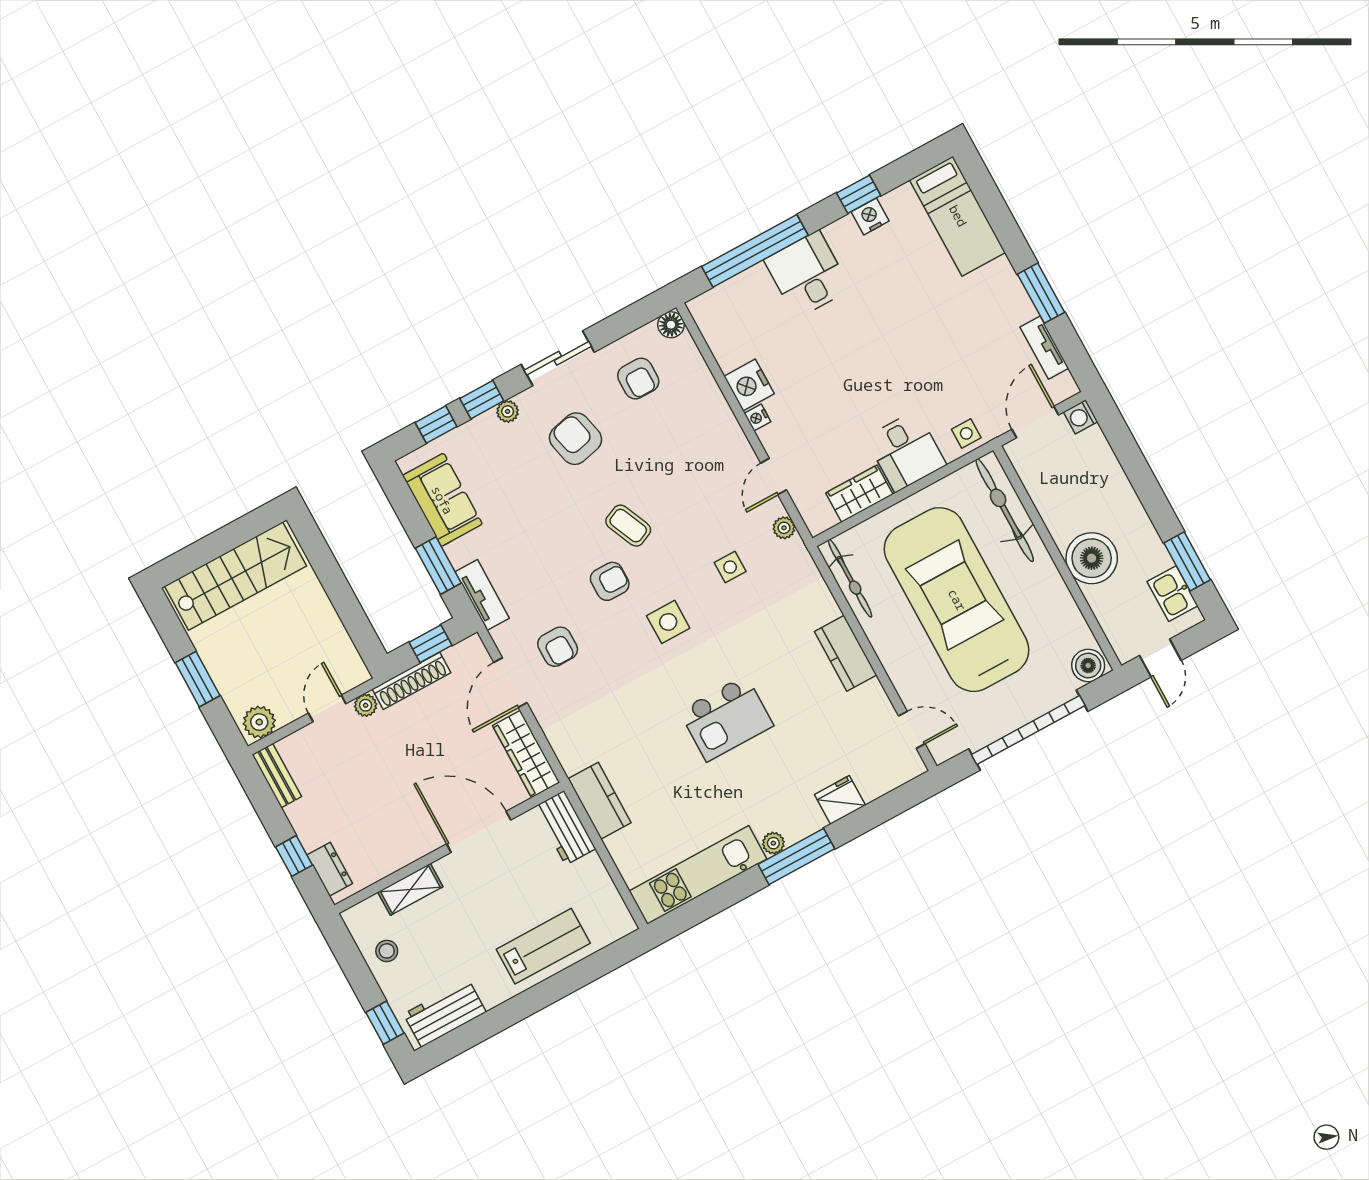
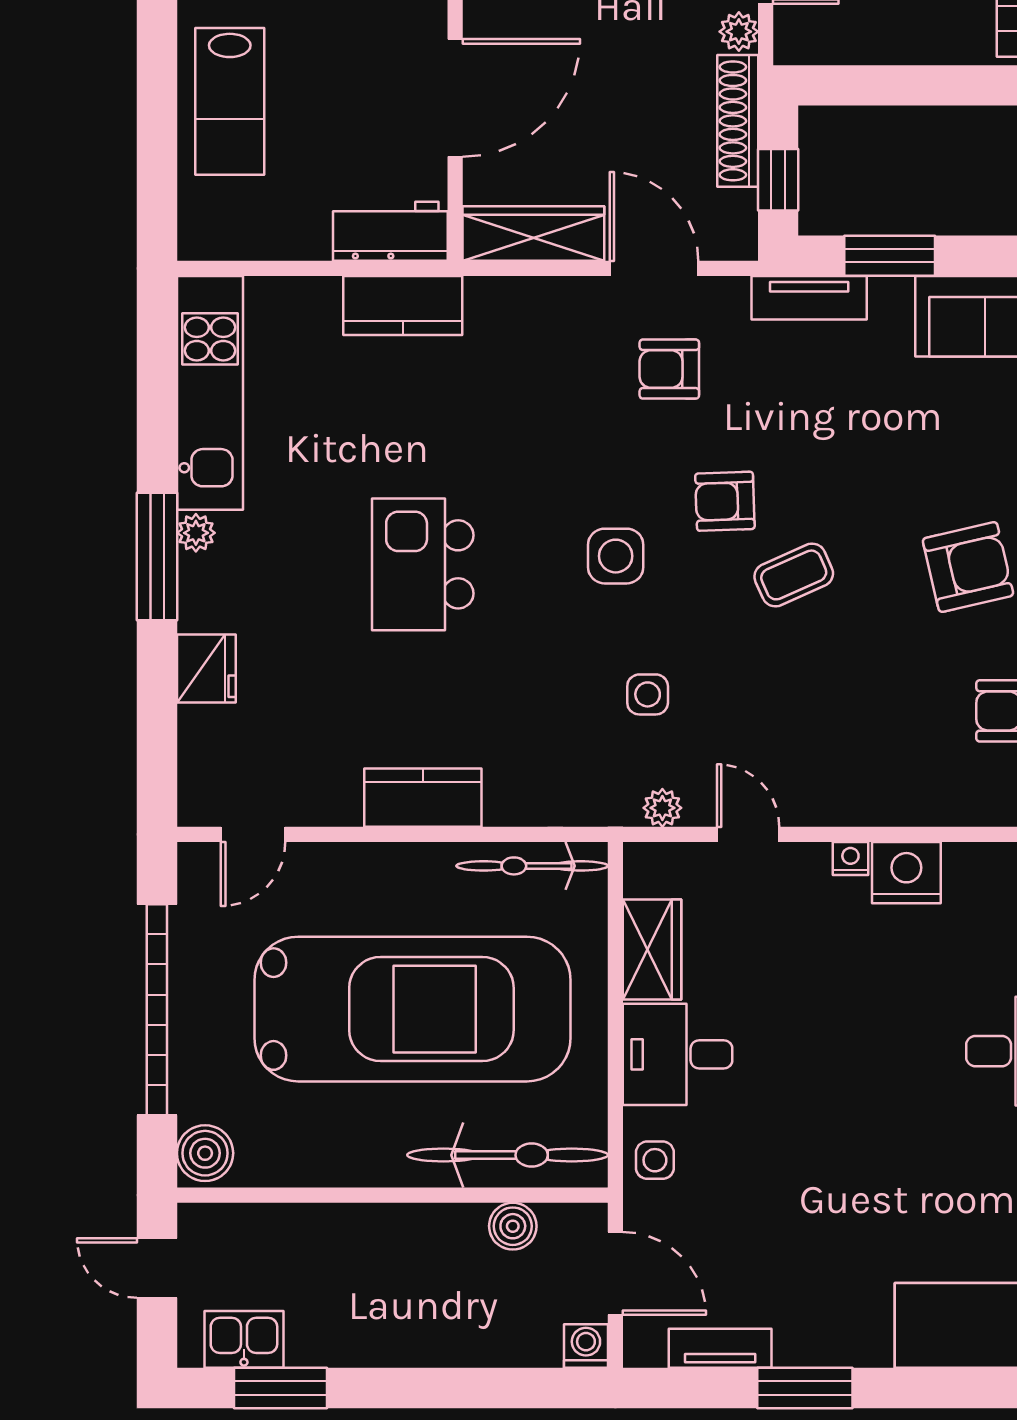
boiler: (1092, 558) -> (513, 1226), moved, width x0.54, depth x0.54
armchair: (610, 581) -> (725, 501), turned 88

